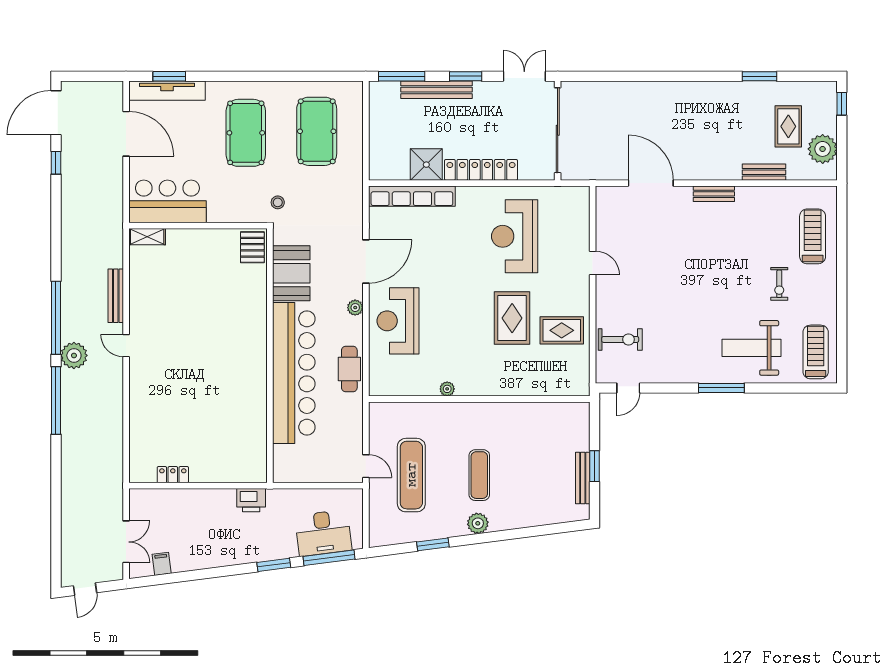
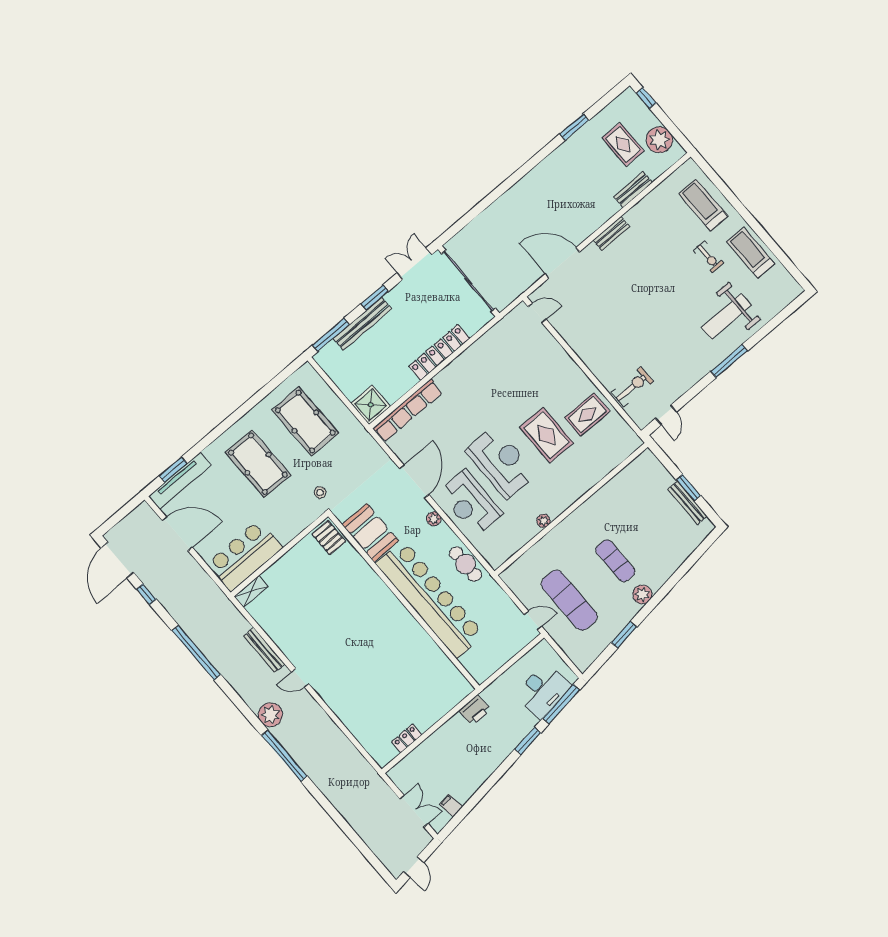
shower: (426, 165) -> (371, 405), moved
reception desk: (515, 236) -> (501, 462), moved, turned 180
door: (593, 263) -> (537, 313), moved
window: (56, 318) -> (196, 653), moved
treadmill: (816, 352) -> (751, 253), moved

